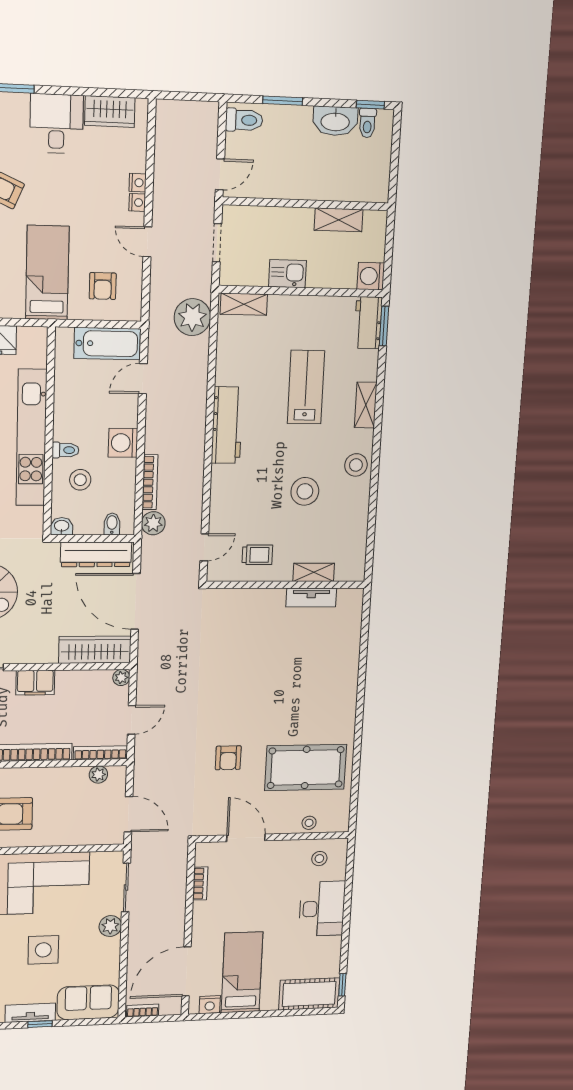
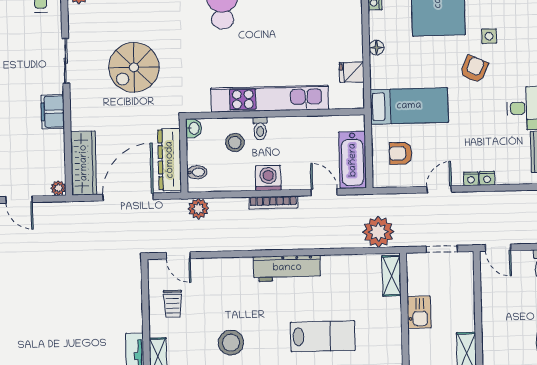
bookcase: (150, 482) -> (273, 203), moved

